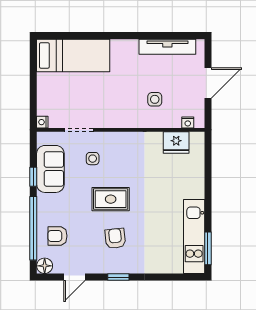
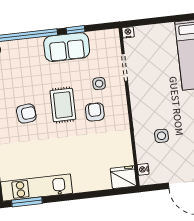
fridge: (176, 142) -> (123, 177), moved, turned 90
sofa: (50, 169) -> (67, 47), moved
armchair: (57, 236) -> (95, 112), moved

